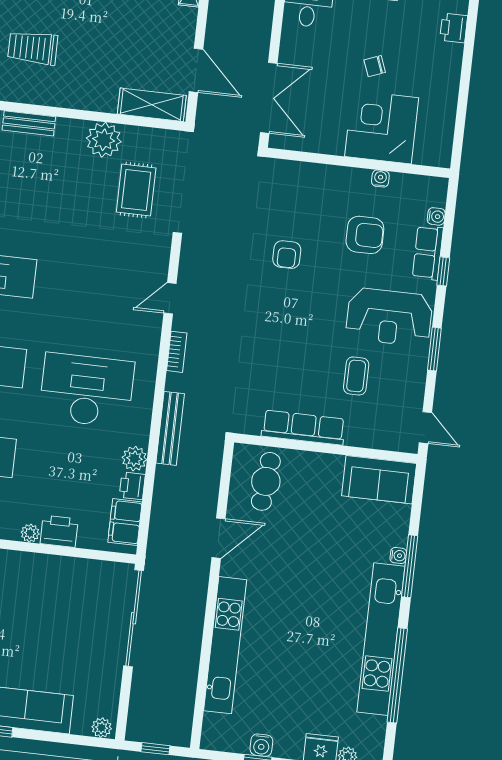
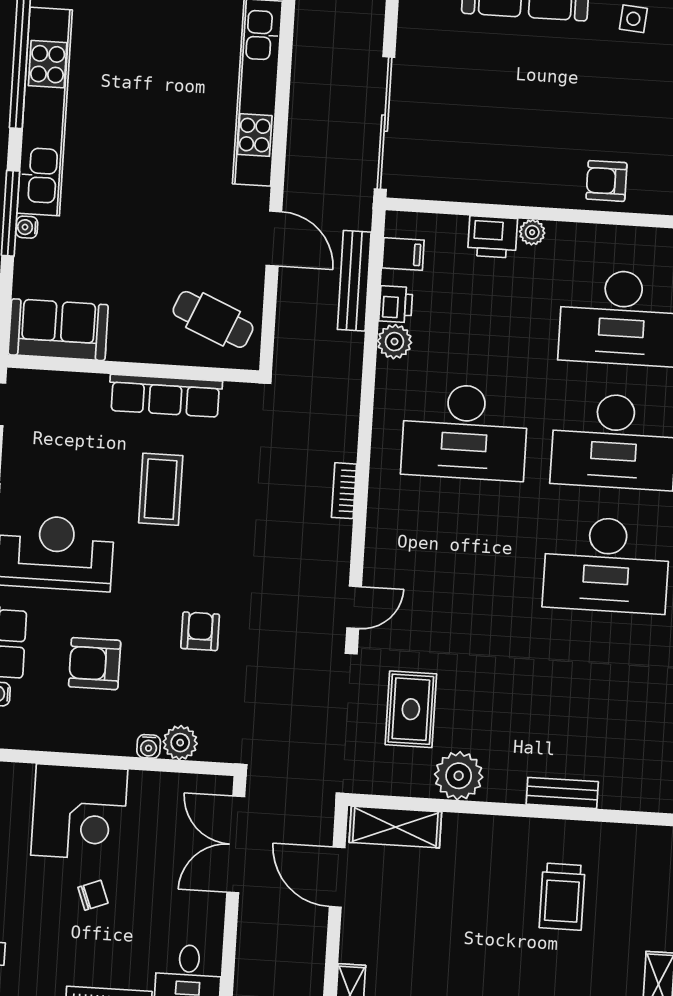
trolley: (33, 48) -> (562, 897), turned 90
plant: (305, 174) -> (180, 743), added
water cooler: (380, 179) -> (149, 746), moved
door: (170, 298) -> (354, 607), moved
coffee table: (356, 376) -> (161, 489), moved, width x1.36, depth x1.30
bench: (170, 428) -> (354, 281), moved
cafe table: (266, 481) -> (213, 319), turned -73
filing cabinet: (125, 522) -> (403, 254), width x0.50
door: (219, 538) -> (274, 239), swing flipped

